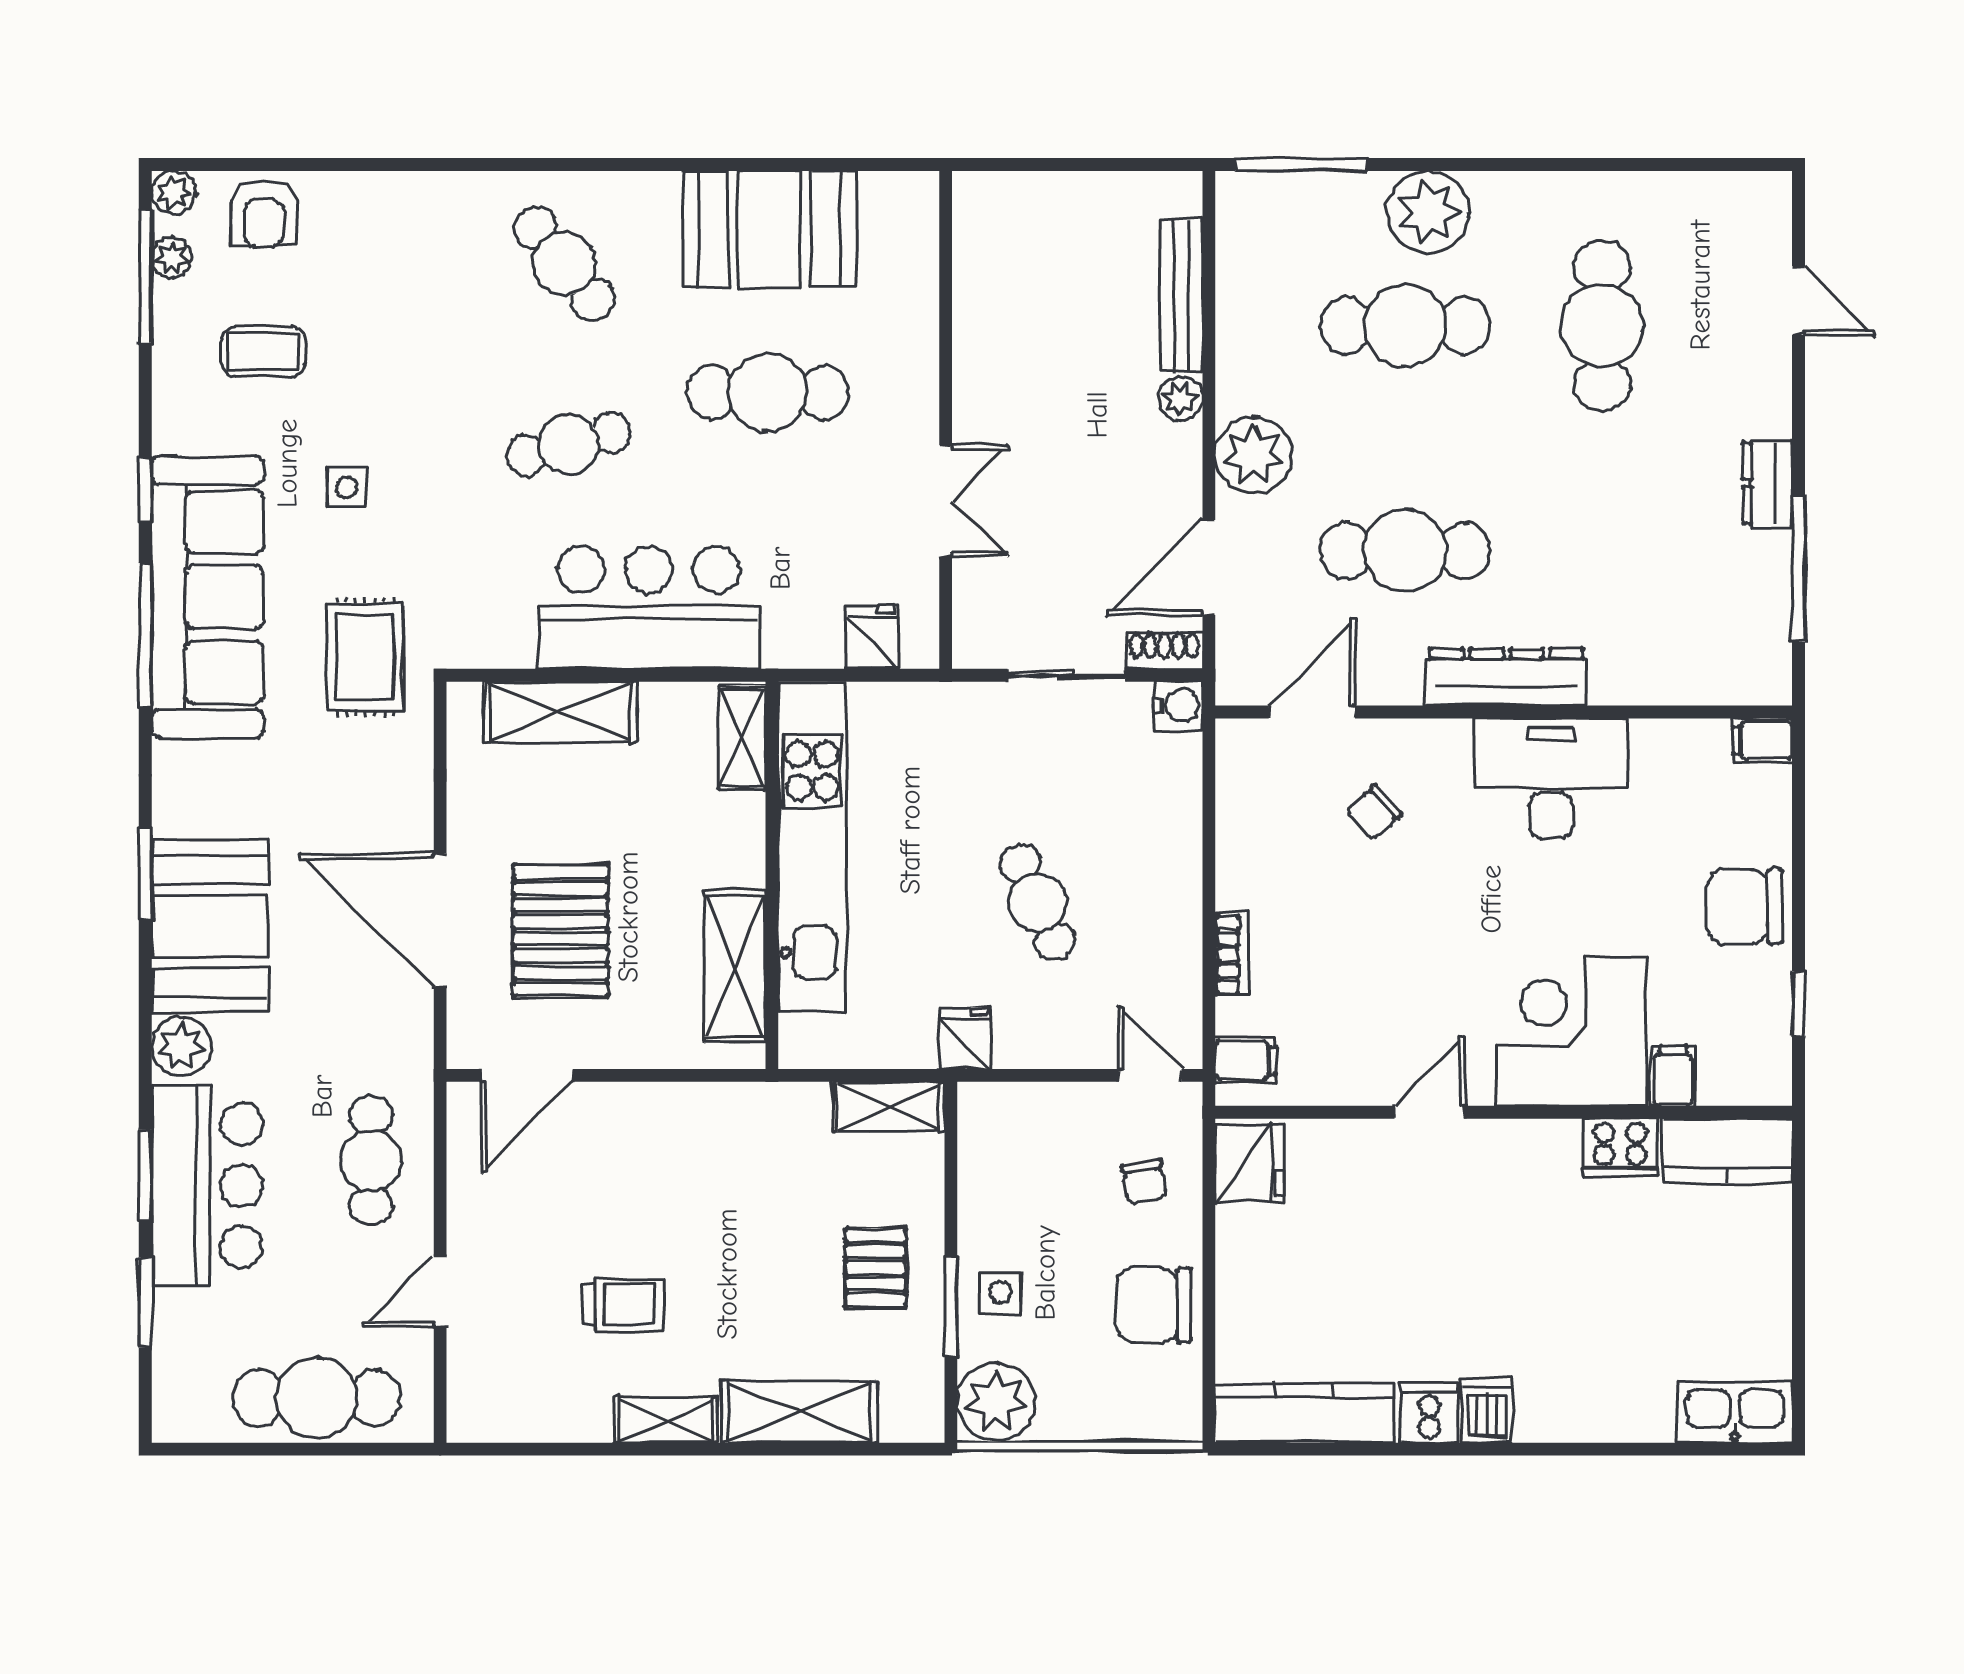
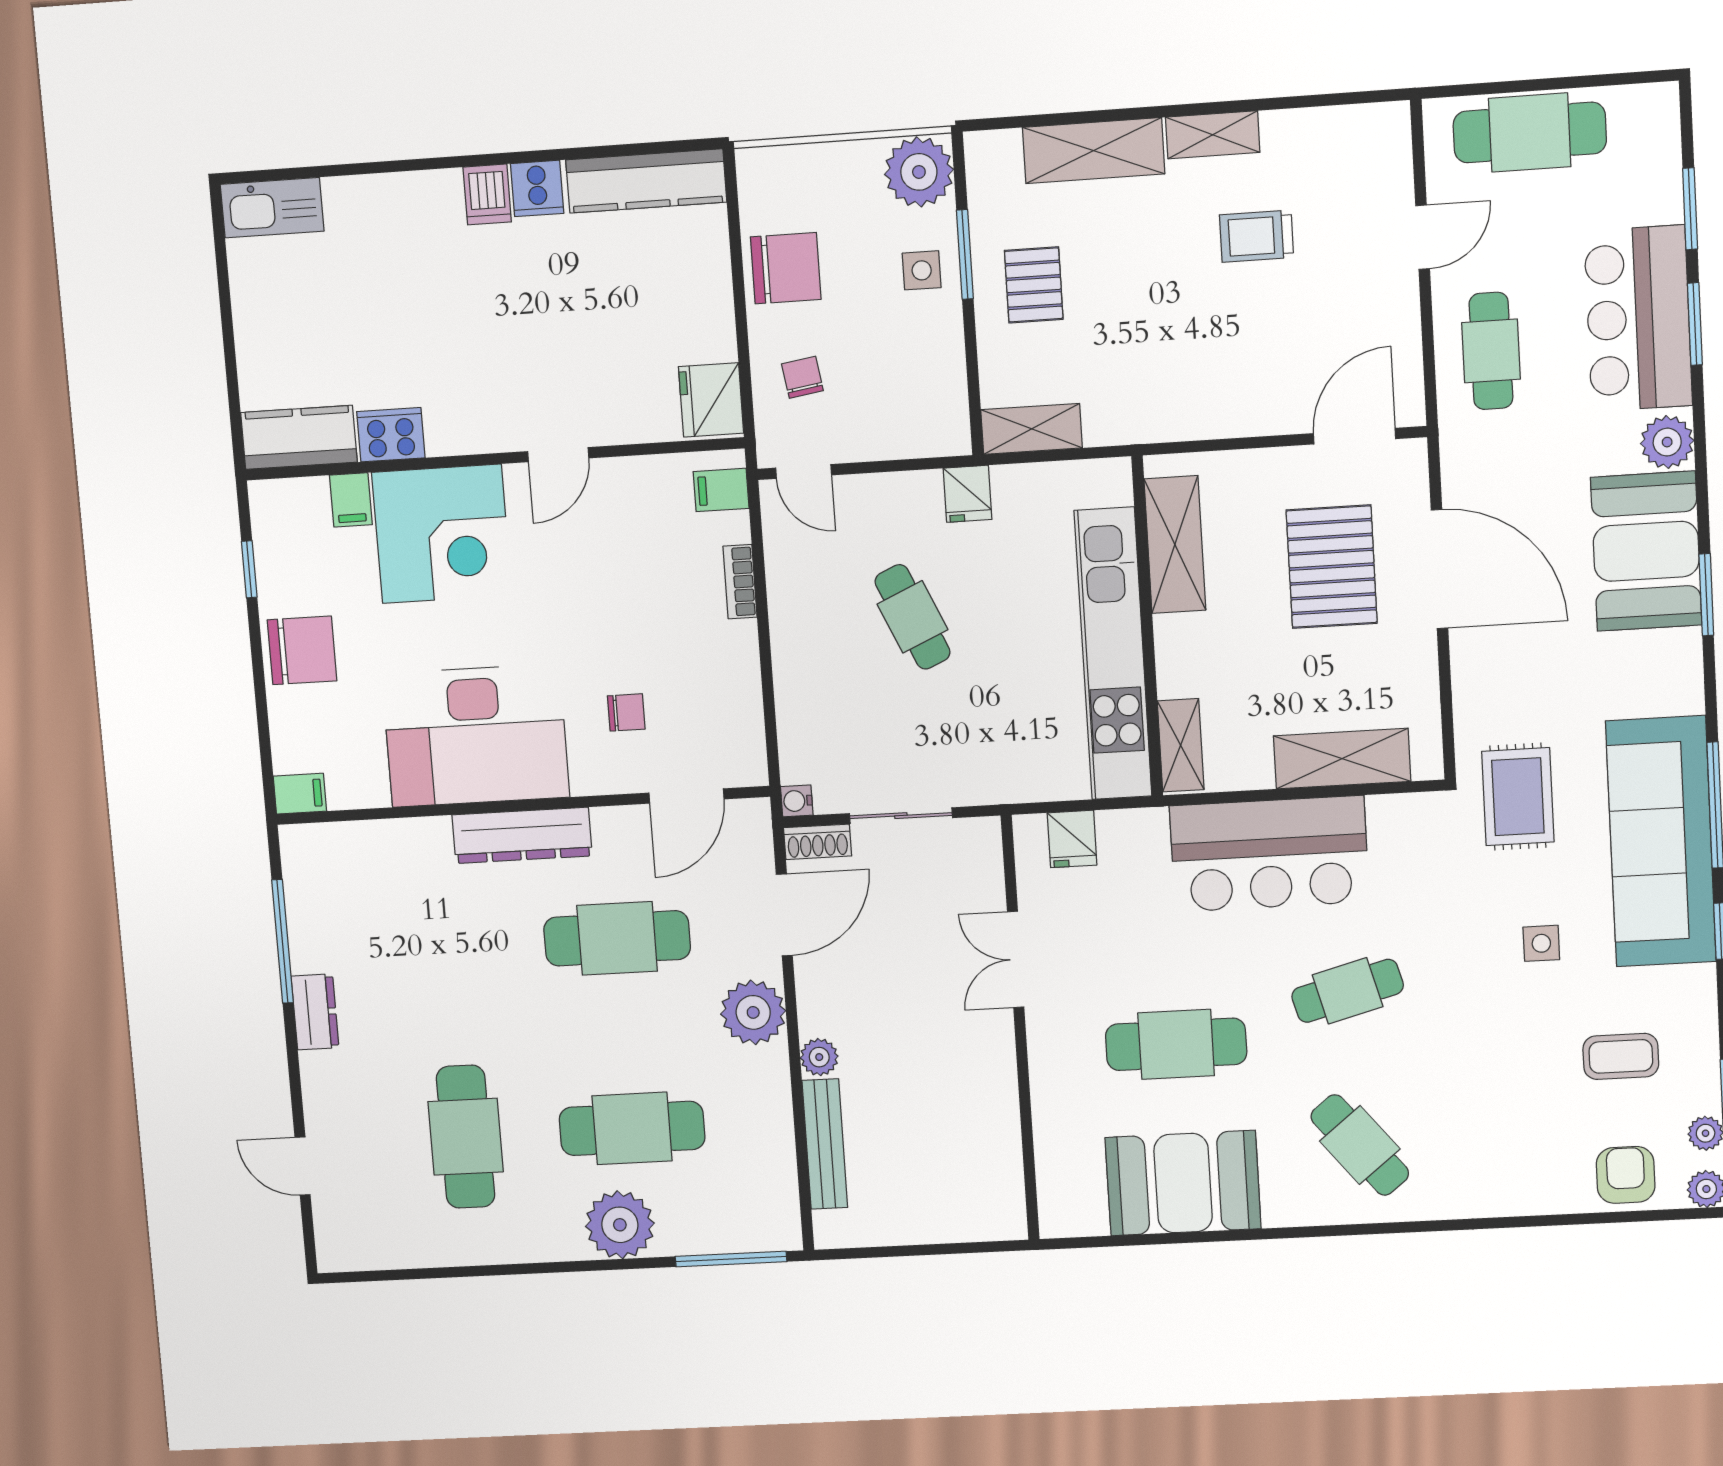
water cooler: (1178, 706) -> (797, 801), width x0.72, depth x0.72
desk: (1551, 778) -> (476, 736), width x1.36, depth x1.30
chair: (1374, 813) -> (626, 712), turned 42

